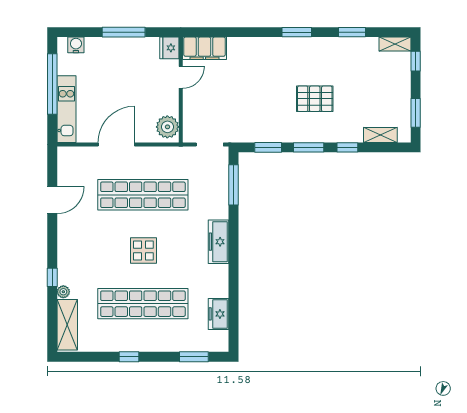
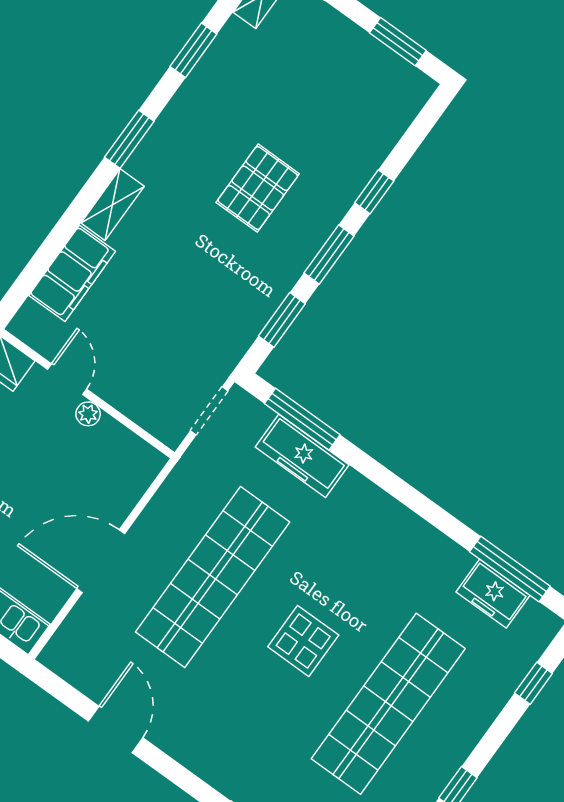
filing cabinet: (204, 48) -> (72, 273), moved
plant: (167, 127) -> (88, 414), moved, width x0.53, depth x0.53
shelving: (380, 135) -> (113, 205), moved
door: (116, 145) -> (101, 561), hinge flipped
freezer: (219, 242) -> (302, 456), moved
window: (234, 314) -> (510, 569), added
window: (194, 357) -> (533, 683), width x0.67

